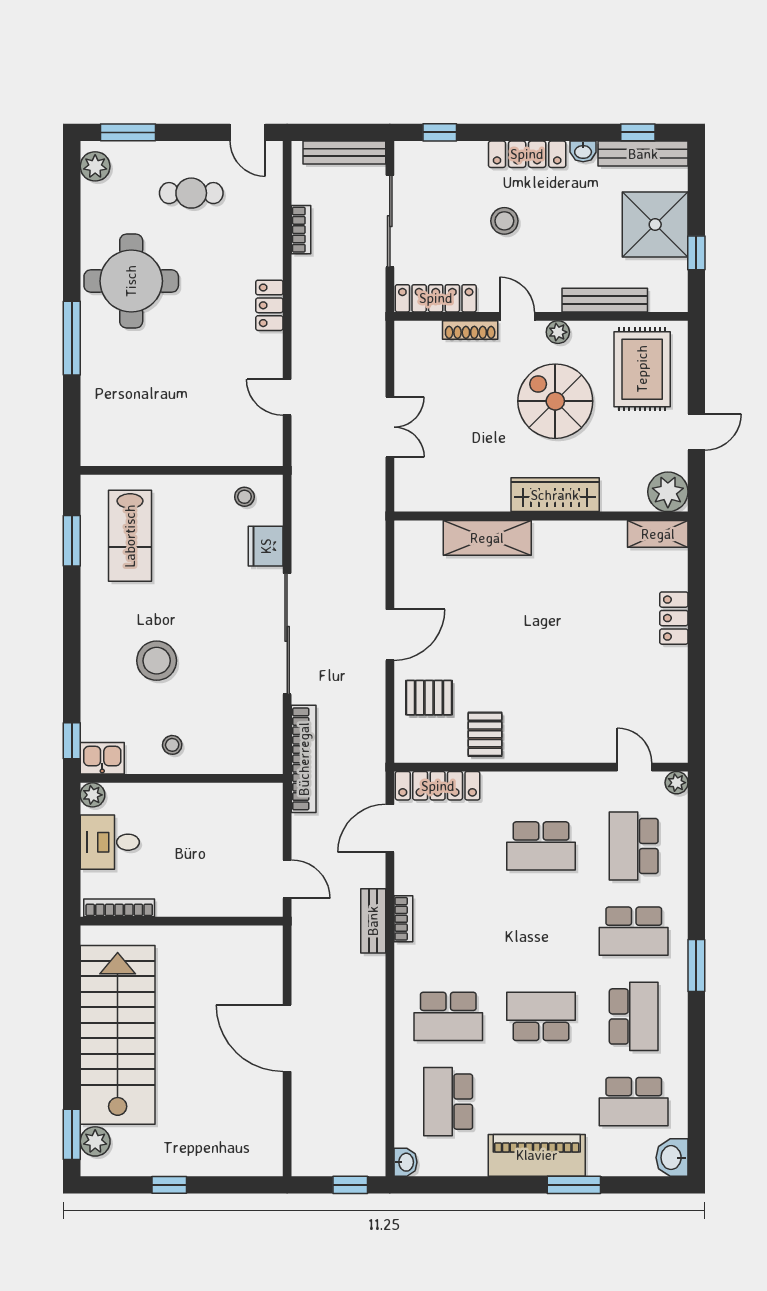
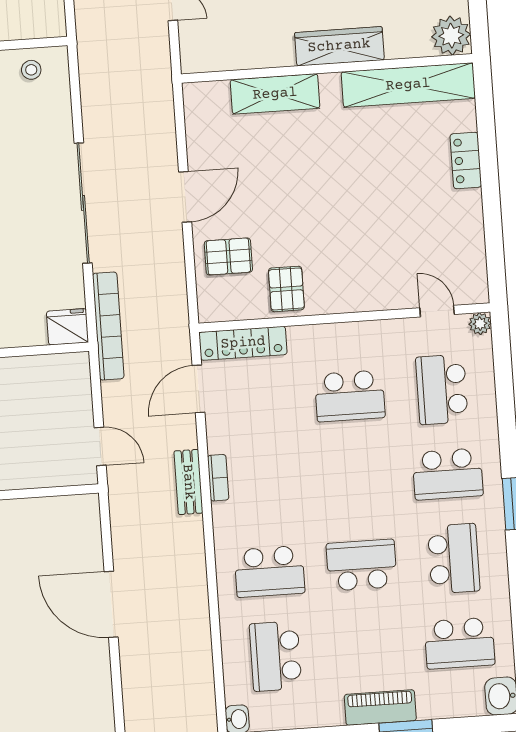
shelving: (658, 534) -> (408, 85), width x2.20, depth x1.33
fridge: (266, 546) -> (67, 327), moved, turned 90
piano: (537, 1155) -> (380, 708), width x0.73, depth x0.75

